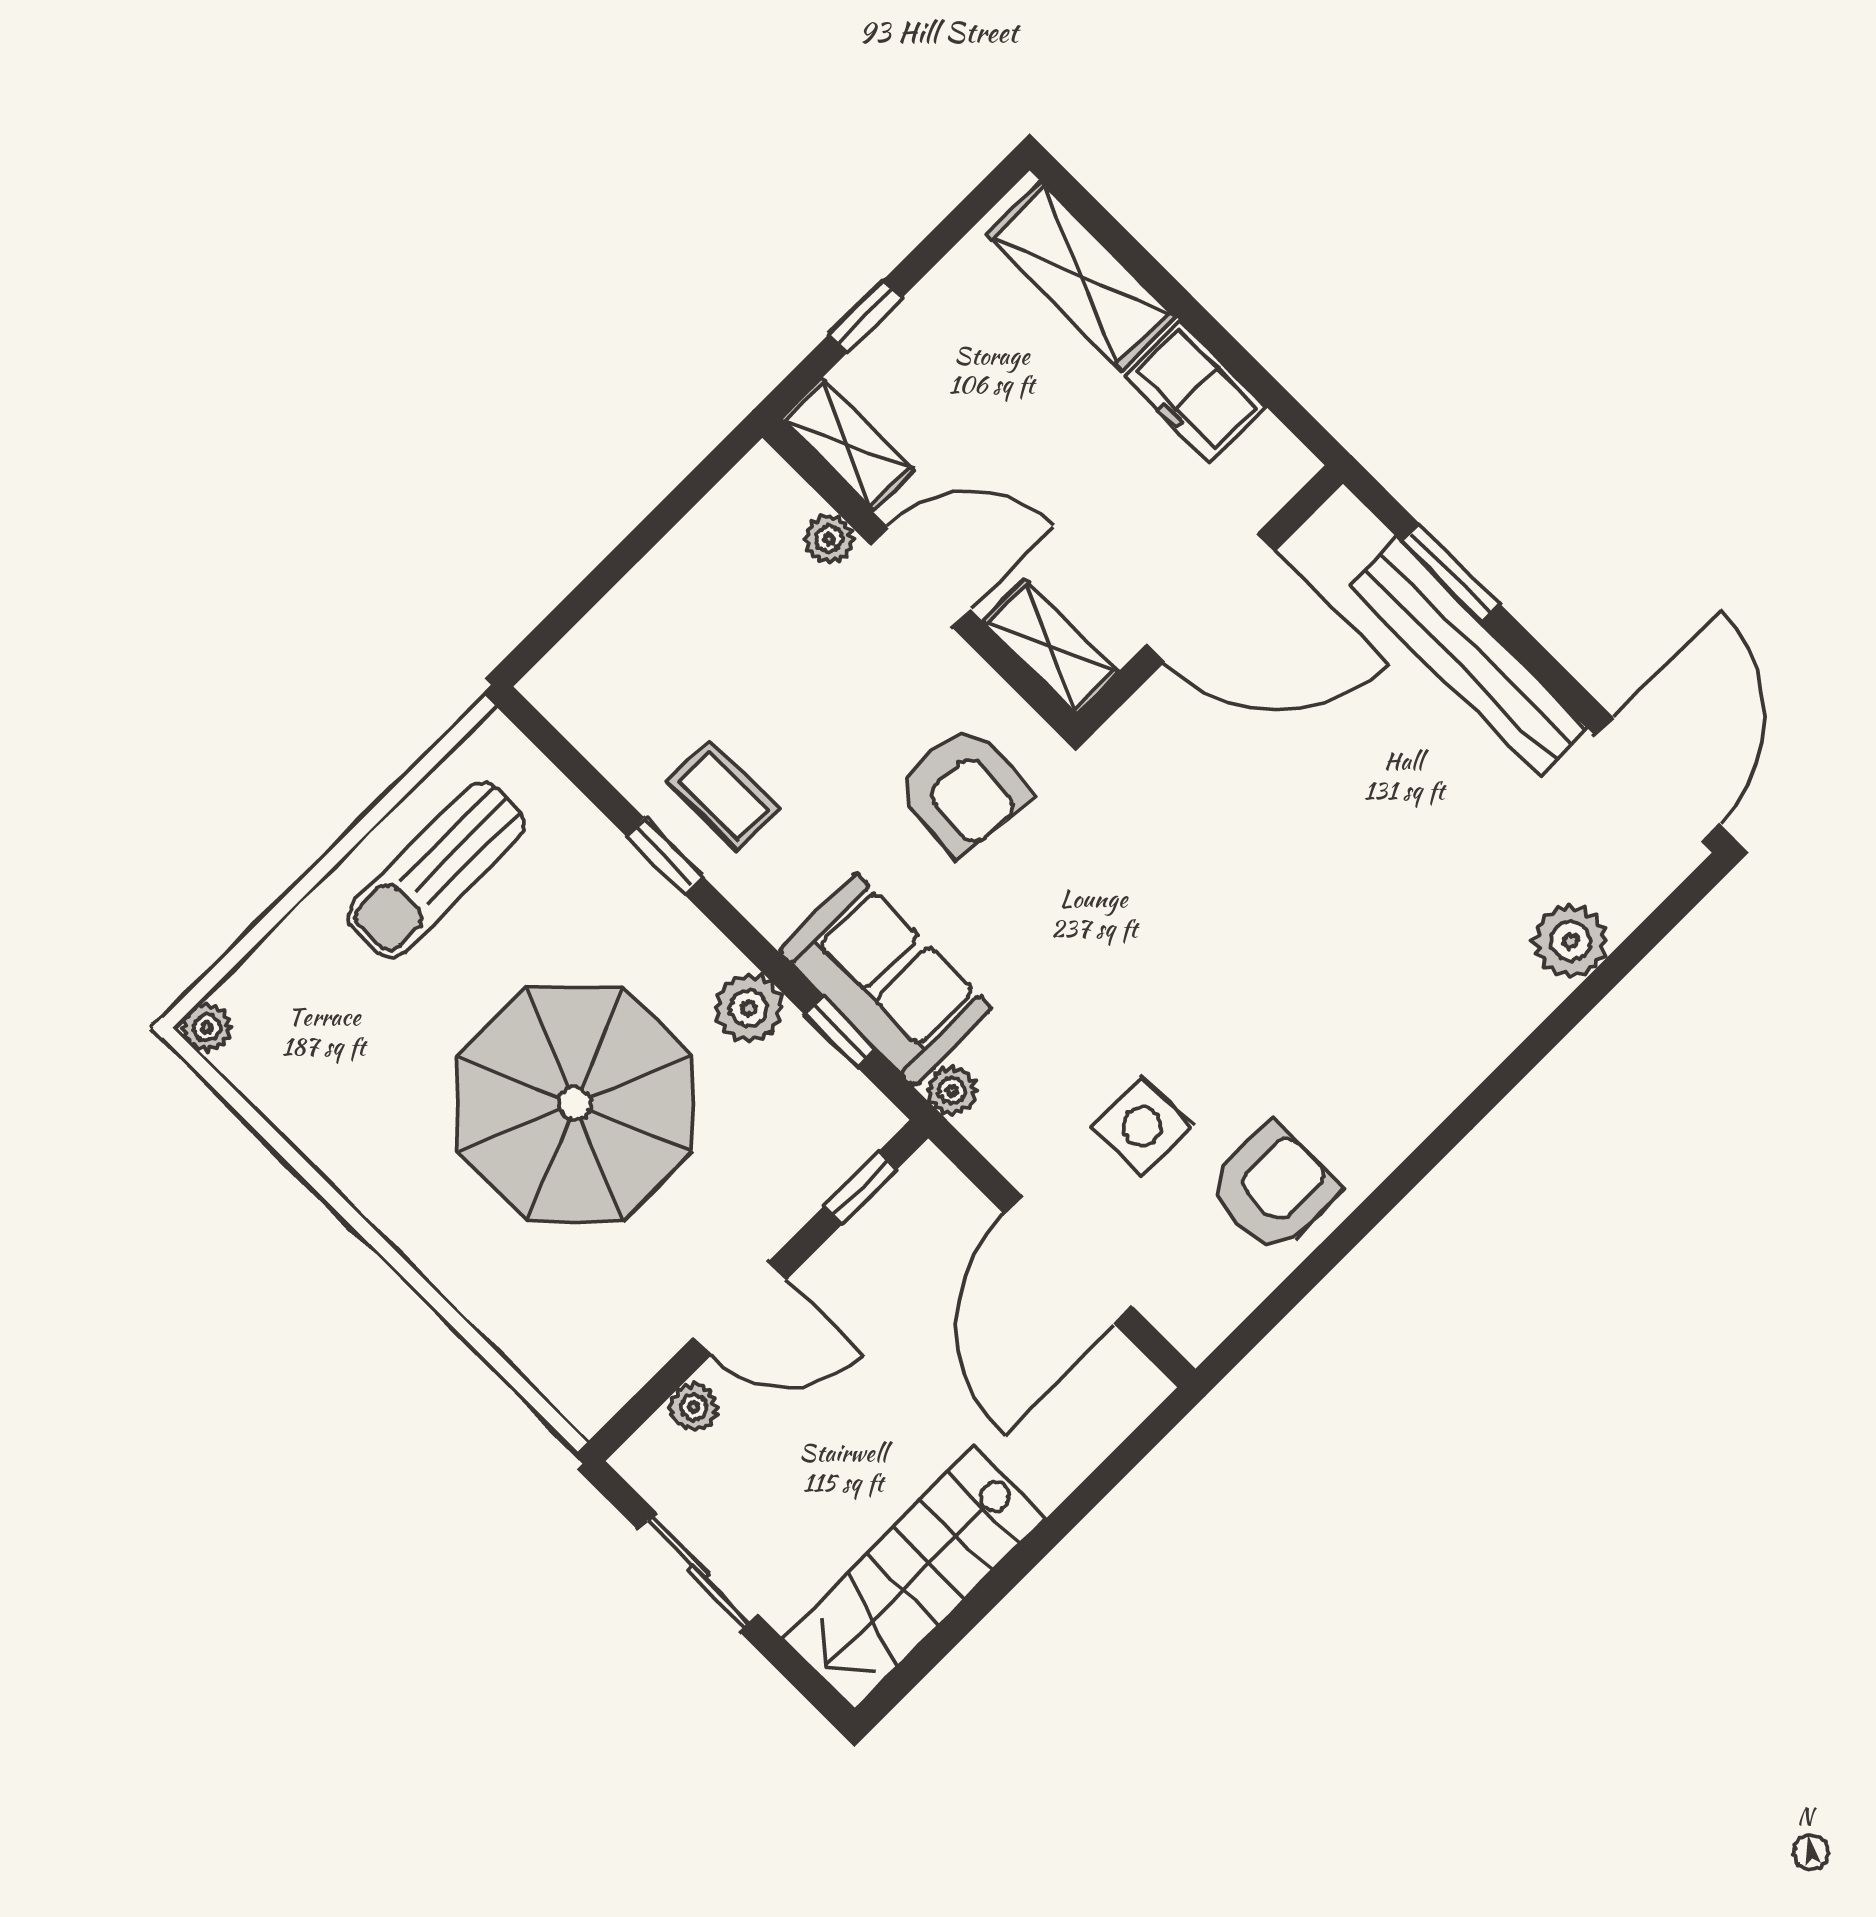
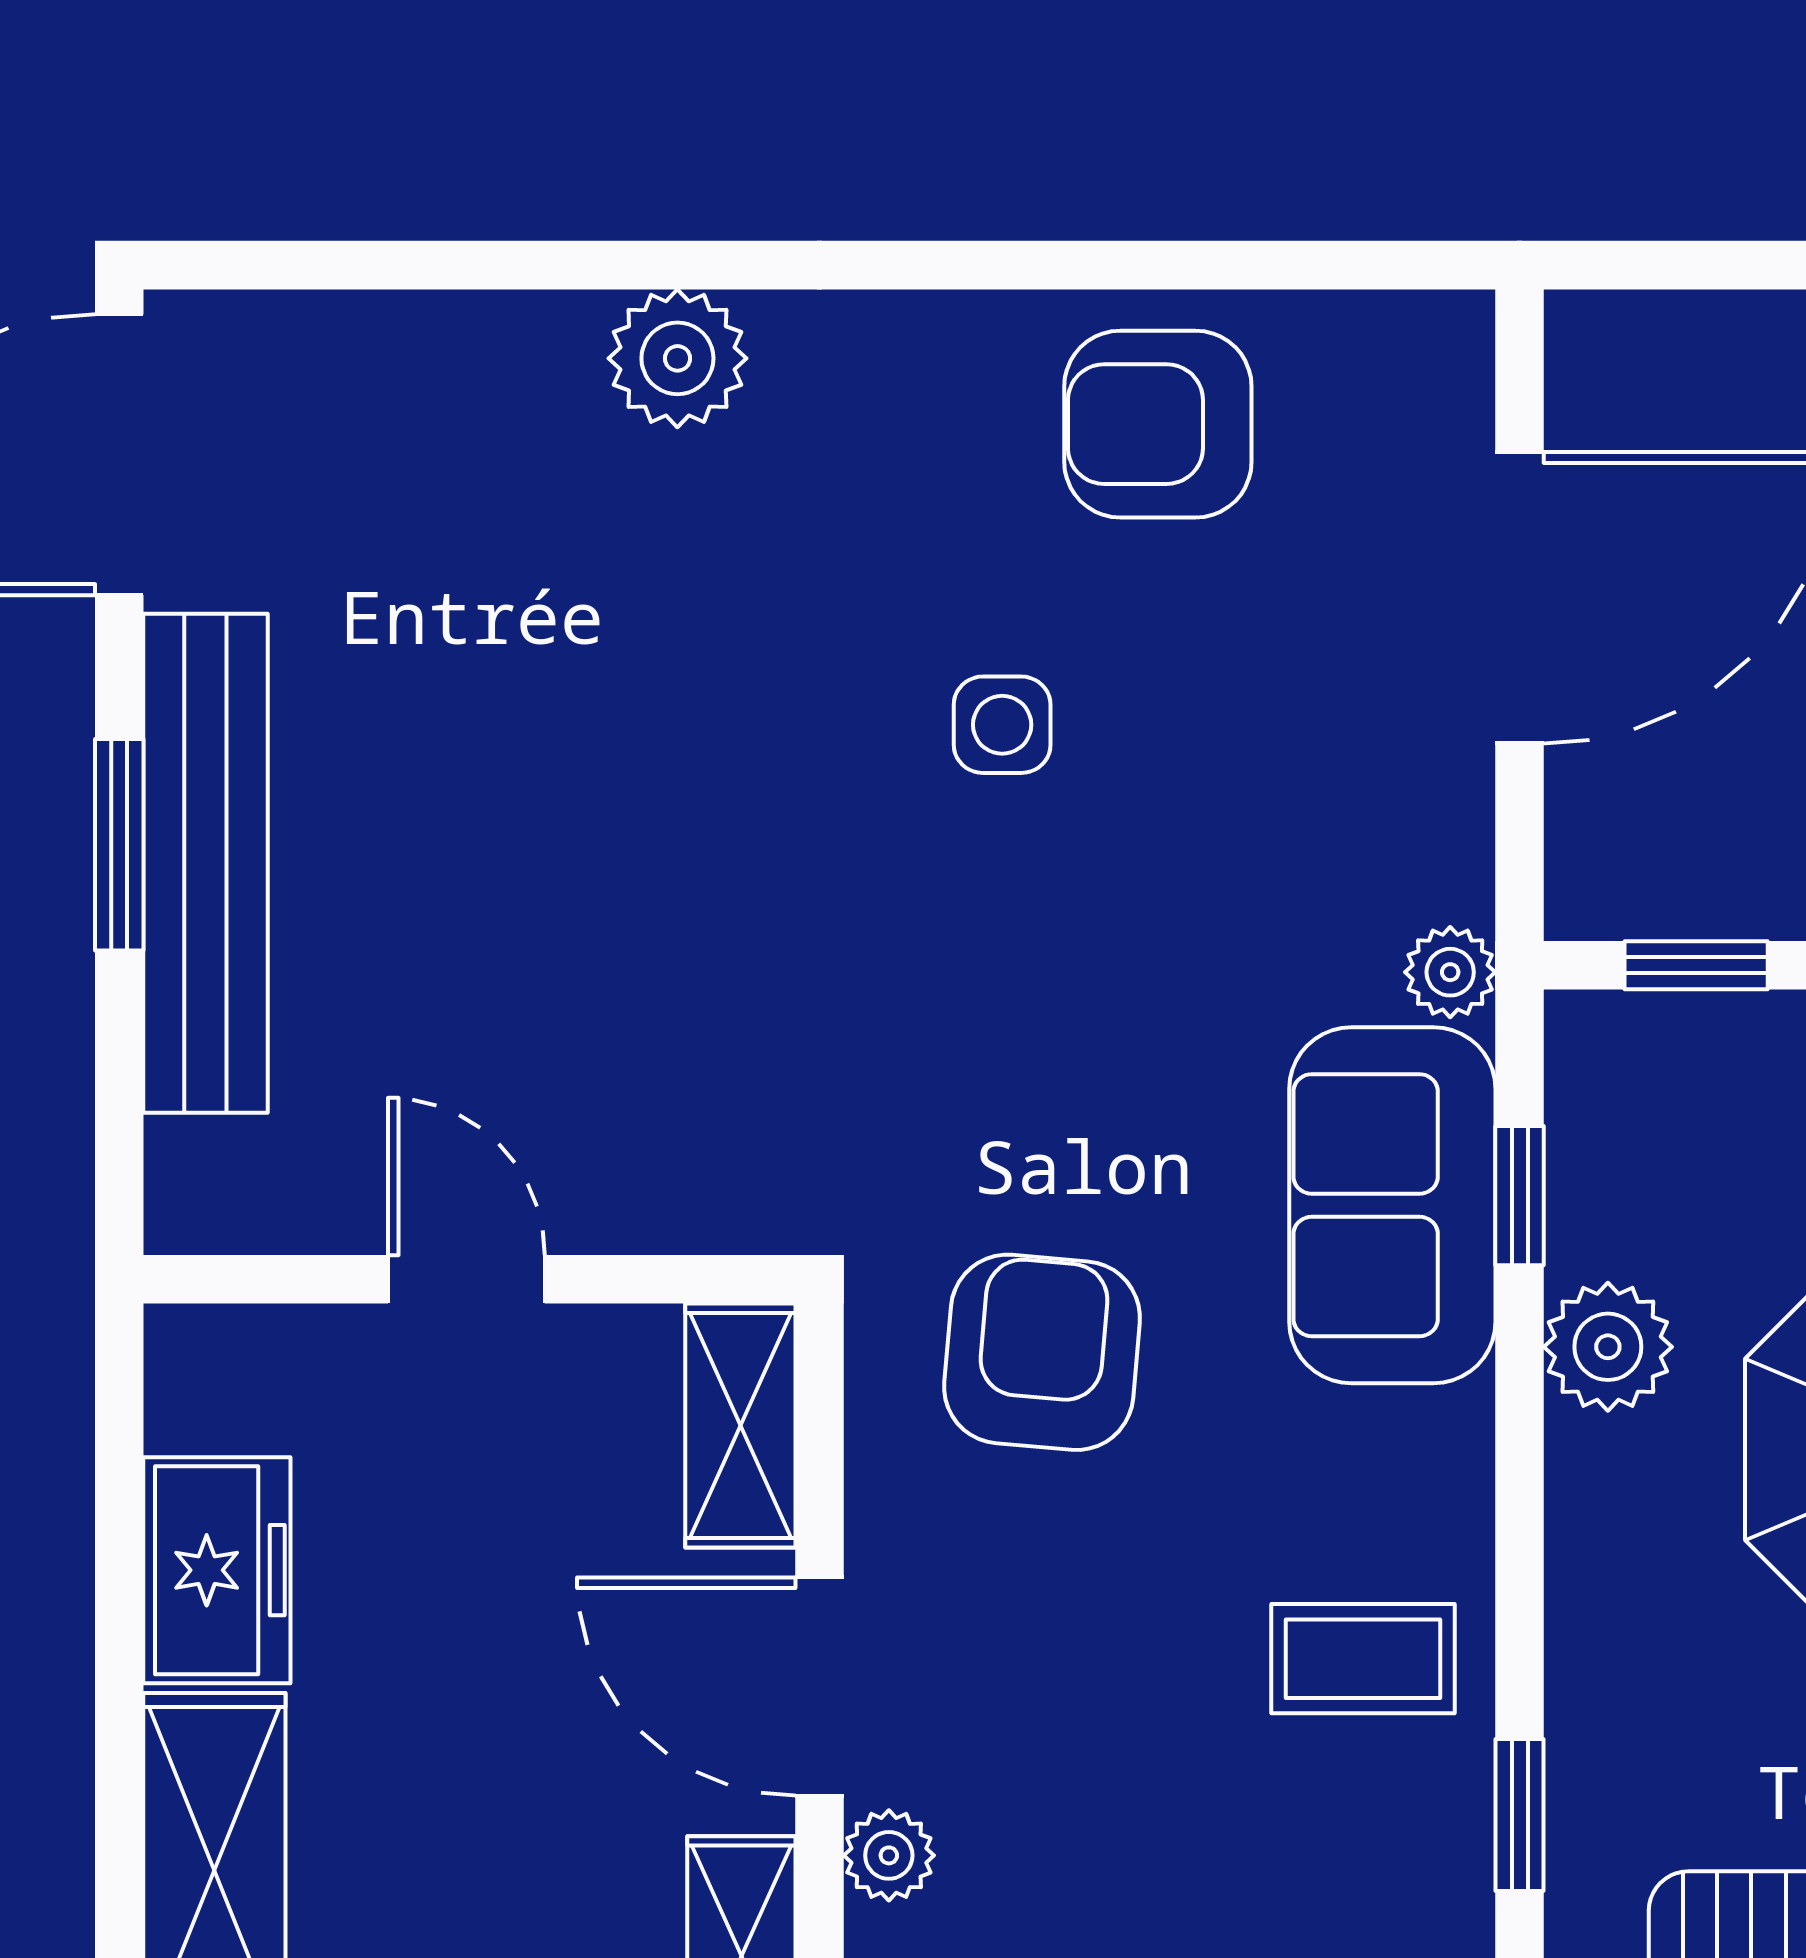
window: (1450, 572) -> (119, 845), moved
door: (1211, 598) -> (466, 1279), width x0.53
coffee table: (723, 795) -> (1363, 1659), turned 90
window: (664, 856) -> (1520, 1815), moved
plant: (1571, 941) -> (677, 358), moved
side table: (1142, 1126) -> (1002, 725), moved, width x0.73, depth x0.73

